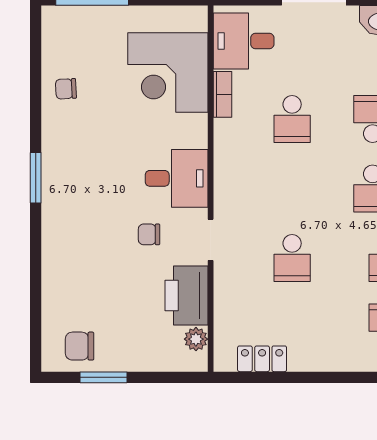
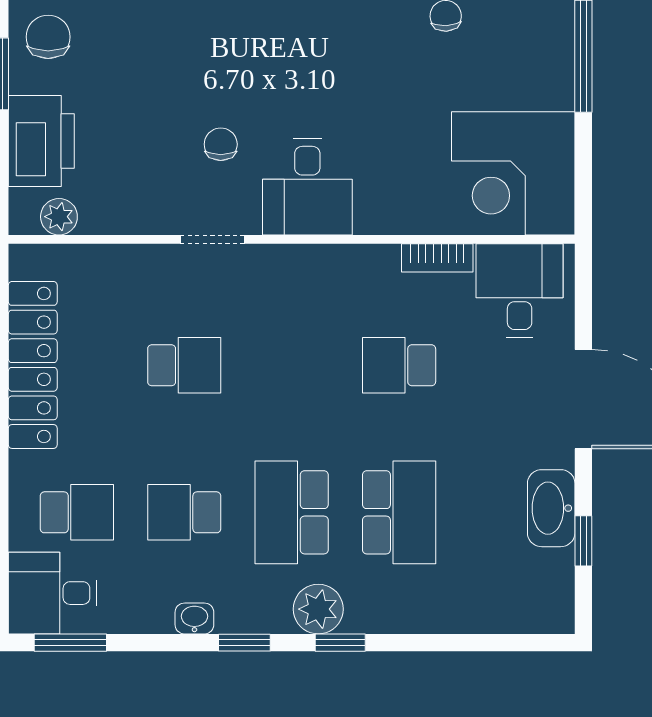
corner desk: (168, 73) -> (513, 173), moved, turned -90
school desk: (292, 258) -> (184, 365), turned 180
printer: (187, 295) -> (41, 141), moved, turned 90
locker: (262, 359) -> (33, 365), width x2.16, depth x1.21

